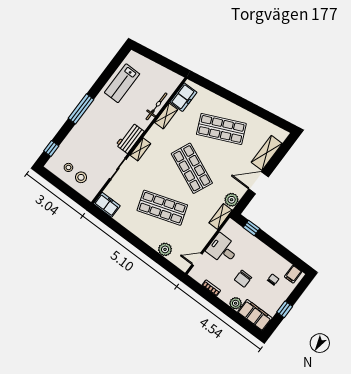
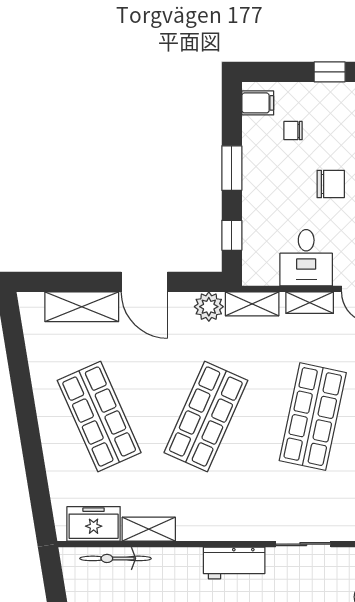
bicycle: (156, 106) -> (116, 558), moved
shelving: (140, 149) -> (310, 303), moved
shop shelf: (162, 208) -> (313, 417), turned 30
window: (276, 247) -> (232, 168), added

